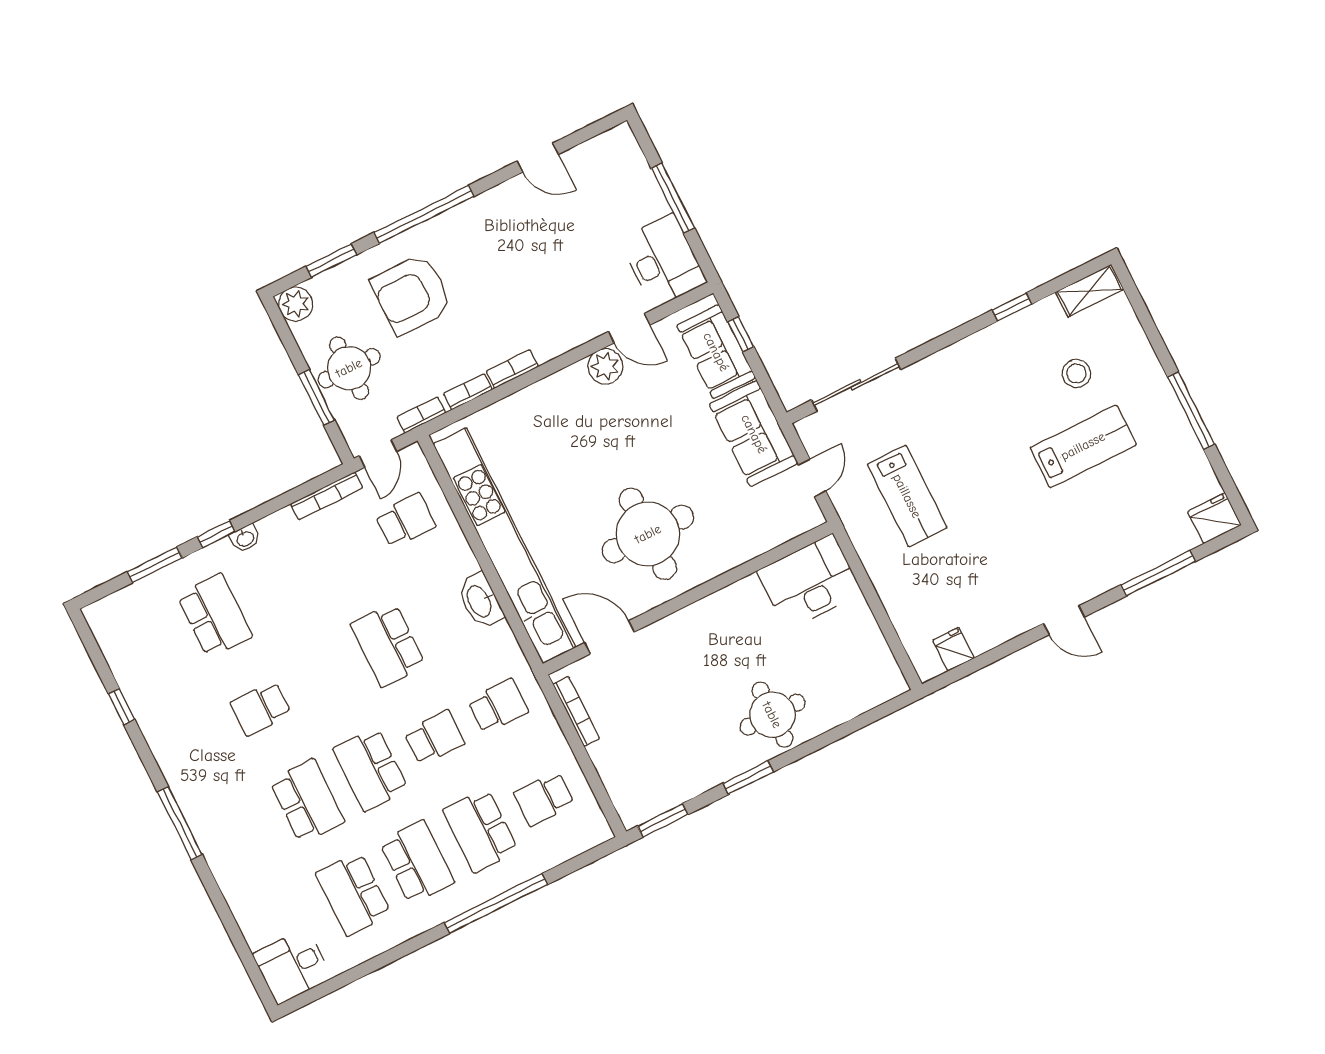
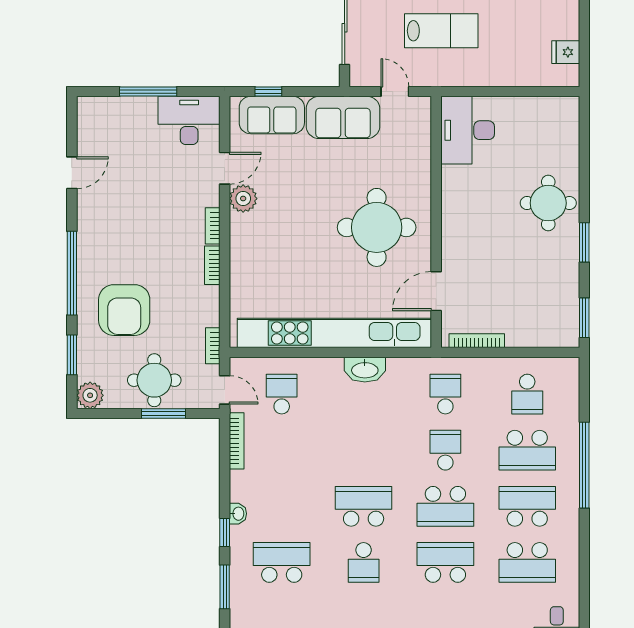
bookcase: (468, 392) -> (213, 226), moved
school desk: (388, 645) -> (364, 506), moved, turned 180

